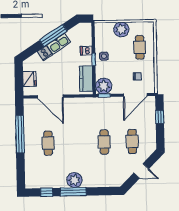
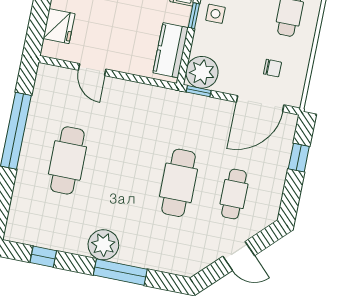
door: (50, 96) -> (92, 70), width x0.53
cafe table: (104, 142) -> (179, 183), width x1.37, depth x1.35
cafe table: (48, 143) -> (67, 160), width x1.37, depth x1.35
window: (73, 192) -> (120, 272), moved

